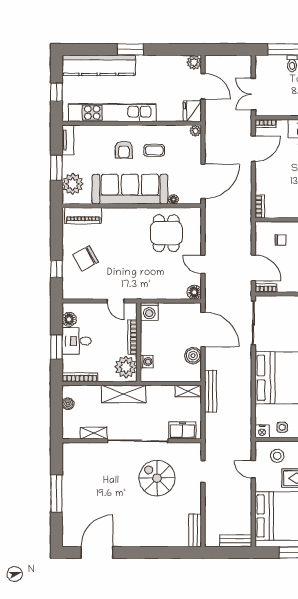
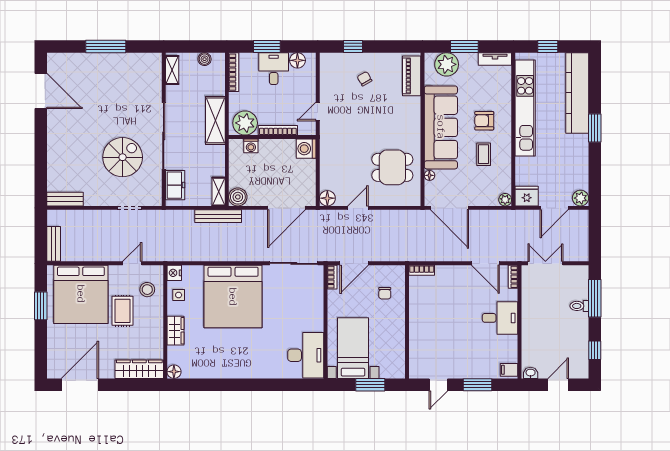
chair: (86, 258) -> (365, 79), width x0.54, depth x0.54
boiler: (193, 356) -> (238, 197), moved
shelving: (94, 433) -> (172, 70), moved

